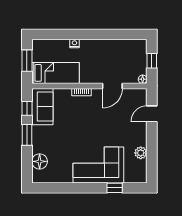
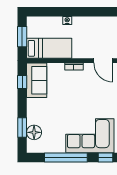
door: (112, 86) -> (103, 61), hinge flipped
window: (27, 135) -> (22, 128), moved
window: (73, 188) -> (66, 157), added

